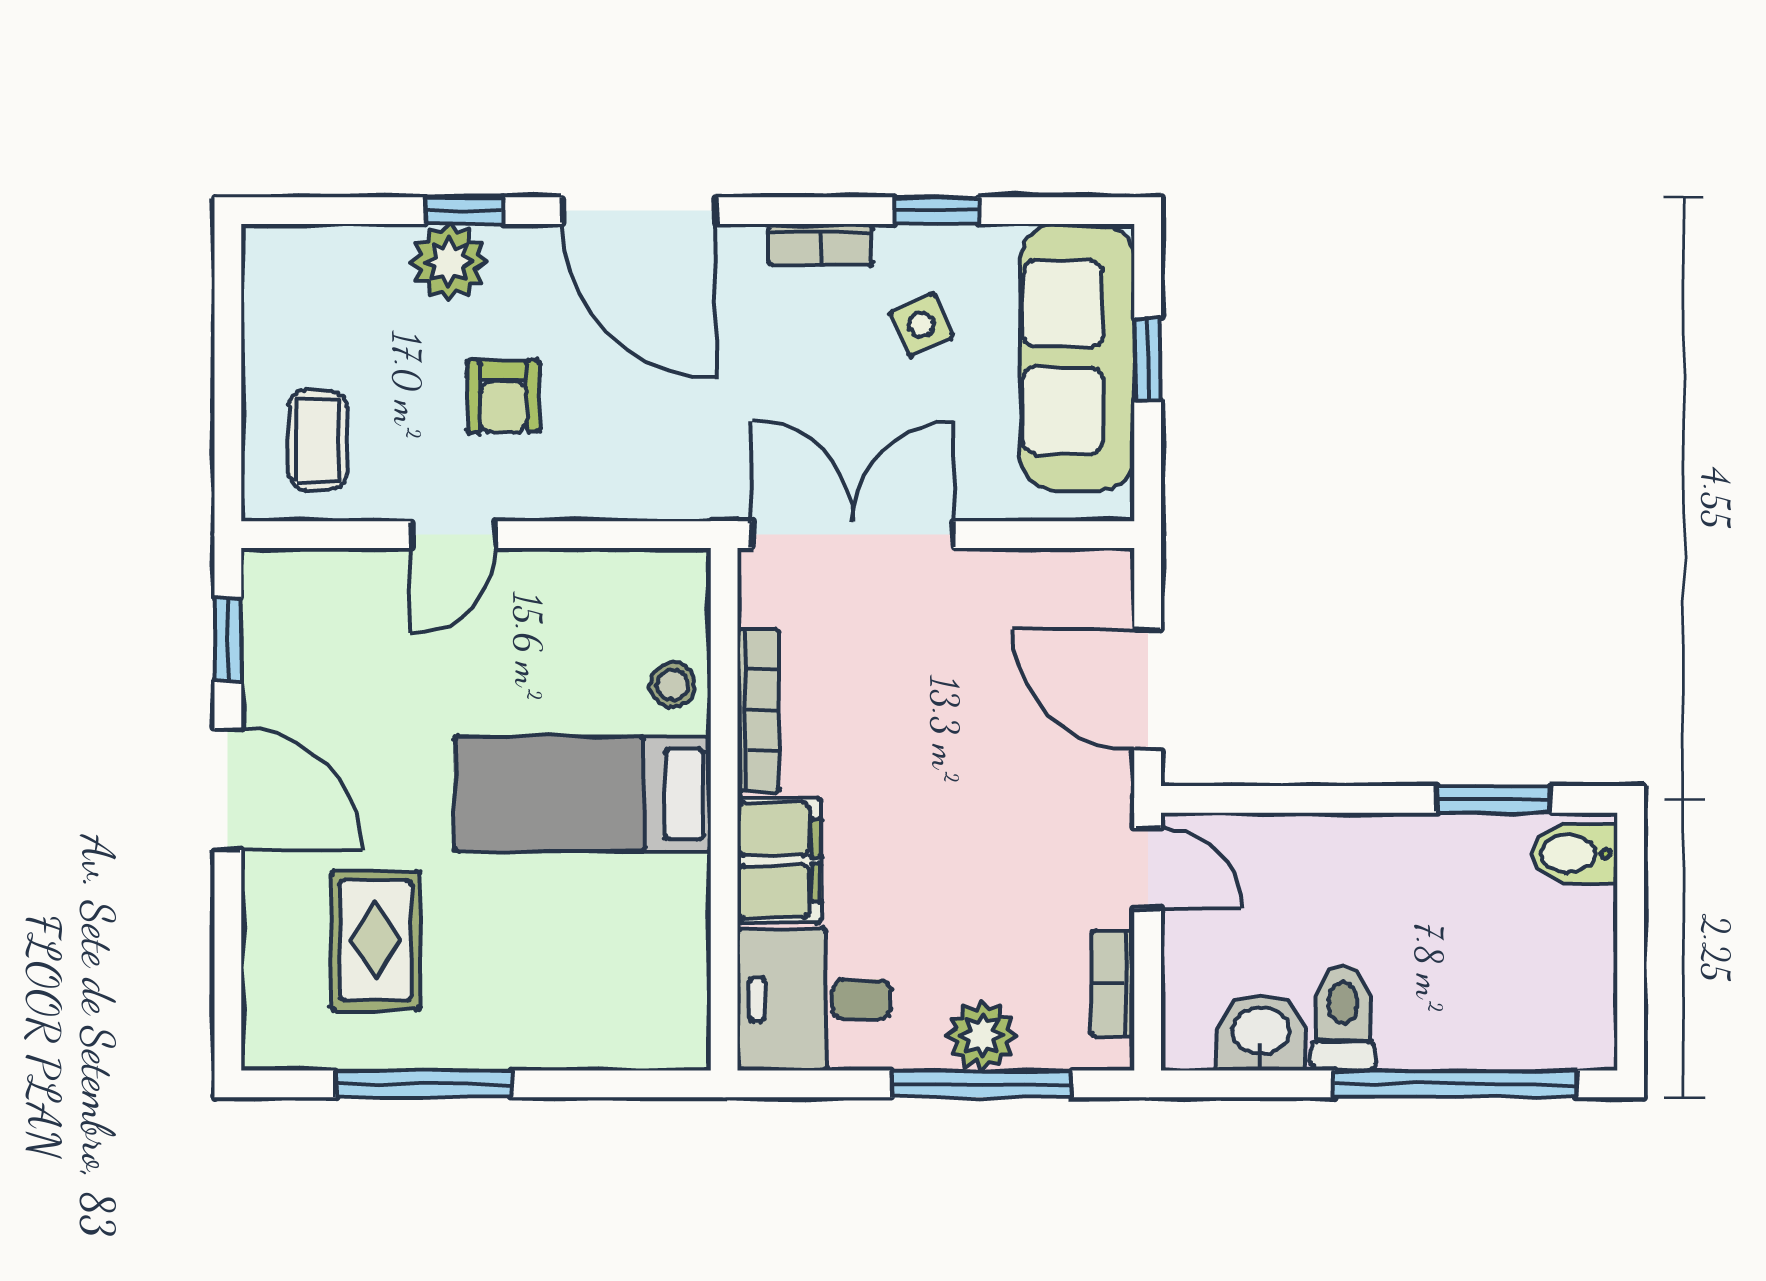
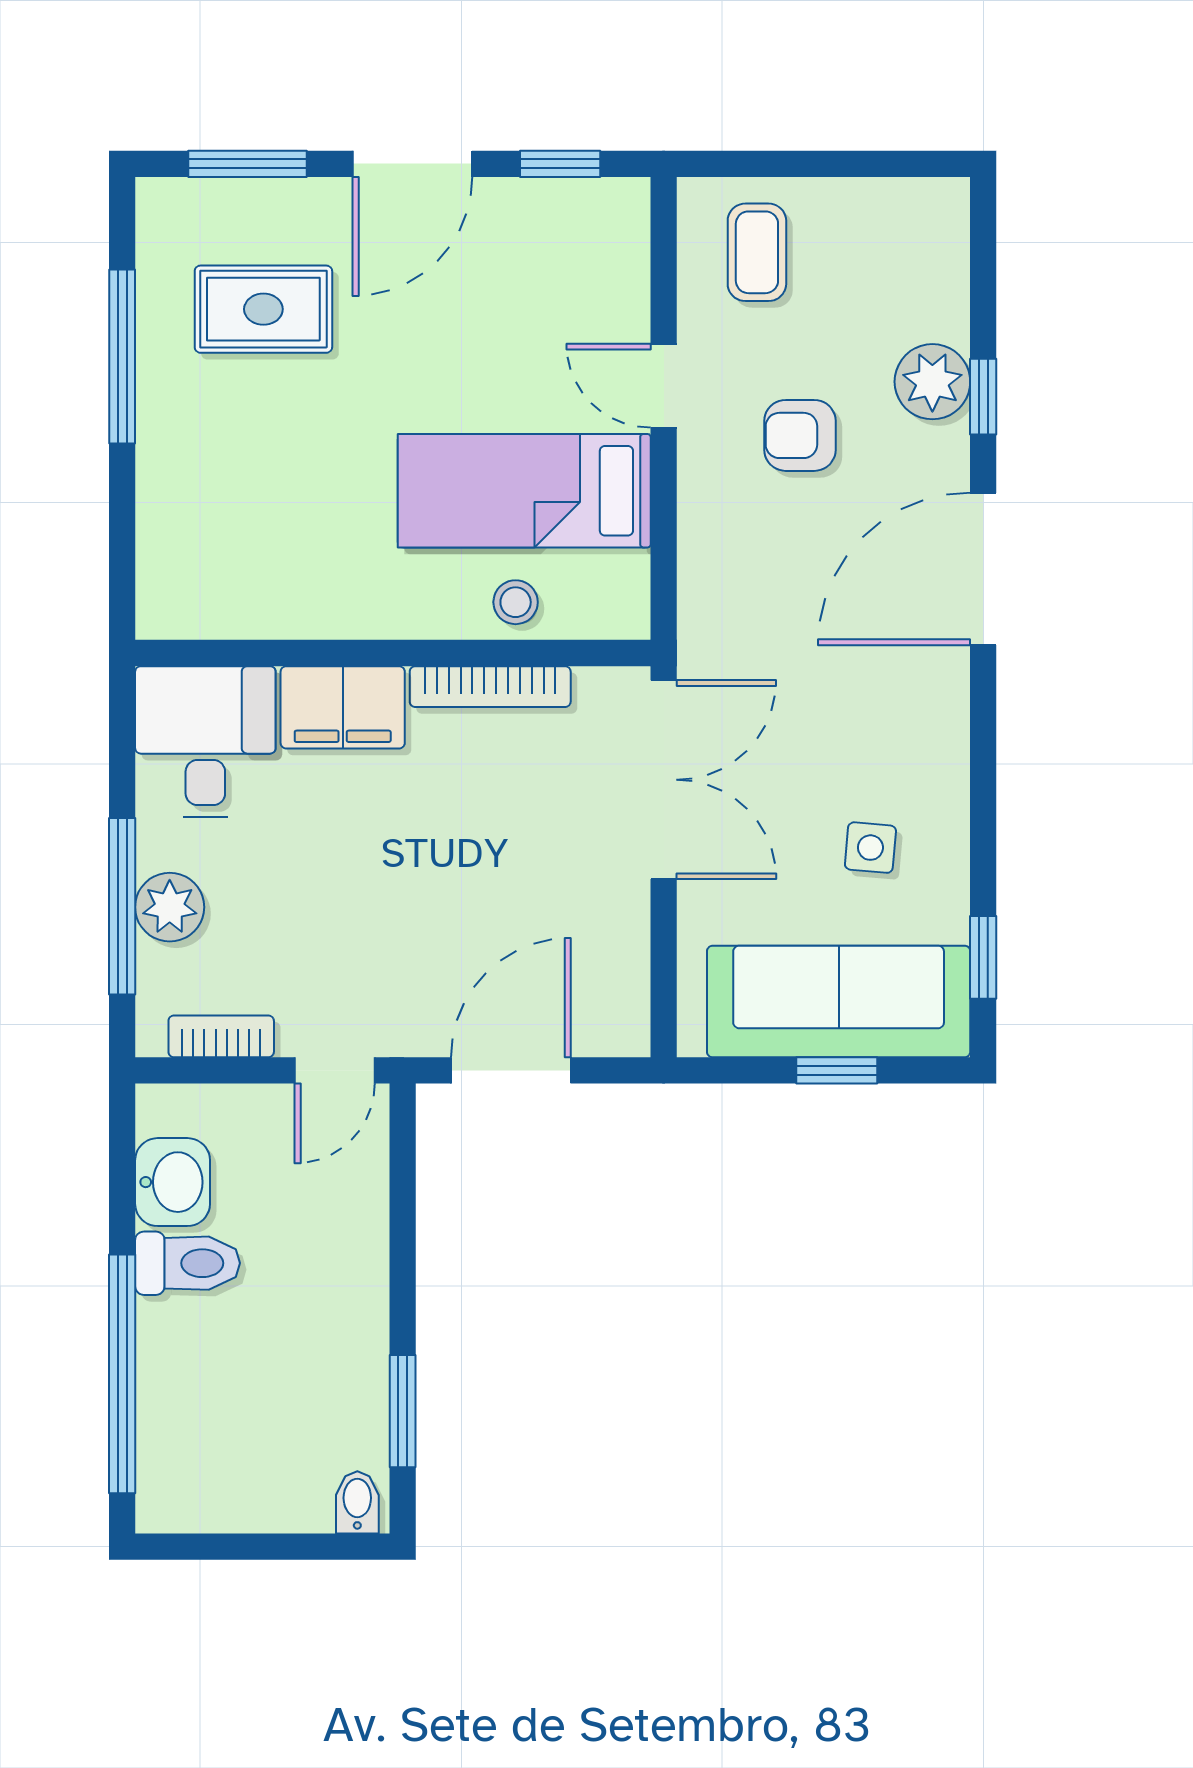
window: (936, 211) -> (983, 957), moved
bookcase: (821, 244) -> (950, 748), removed
side table: (922, 325) -> (870, 848), turned 30
coffee table: (318, 440) -> (757, 252), turned 90
bed: (583, 794) -> (524, 491), moved, turned -90
bidet: (1574, 854) -> (357, 1502), width x0.72, depth x0.74
window: (228, 957) -> (247, 164), added

